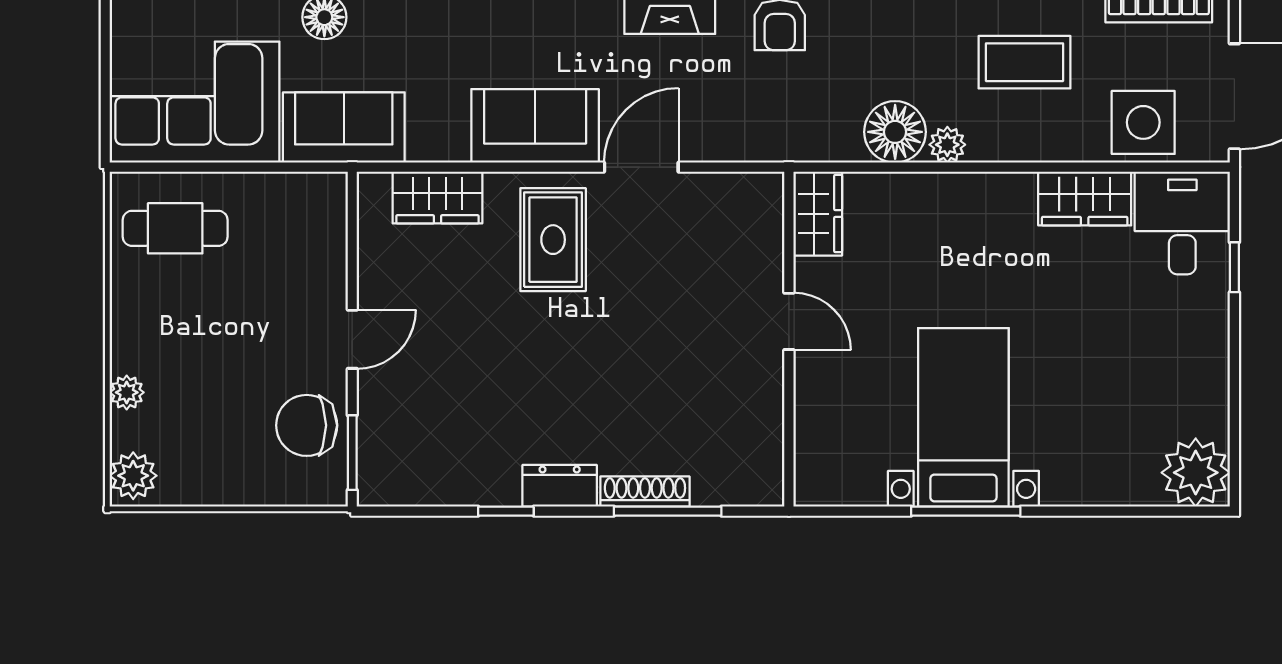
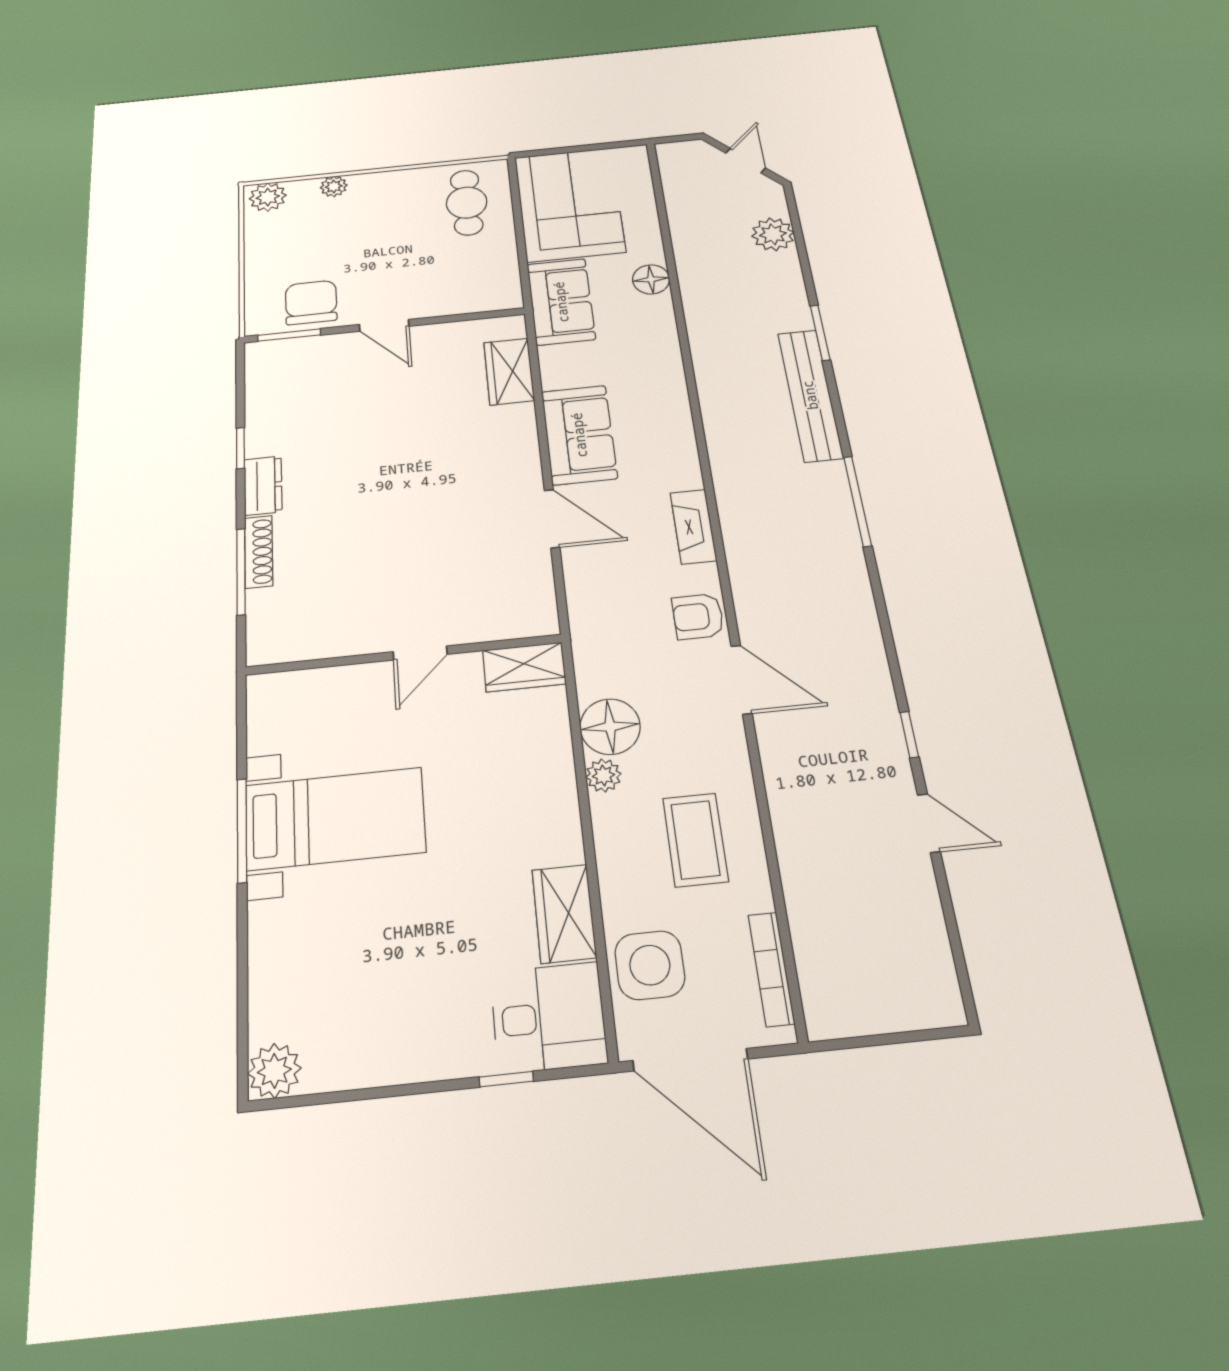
rug: (553, 240) -> (481, 458), removed
plant: (1196, 473) -> (274, 1071), width x0.73, depth x0.73

